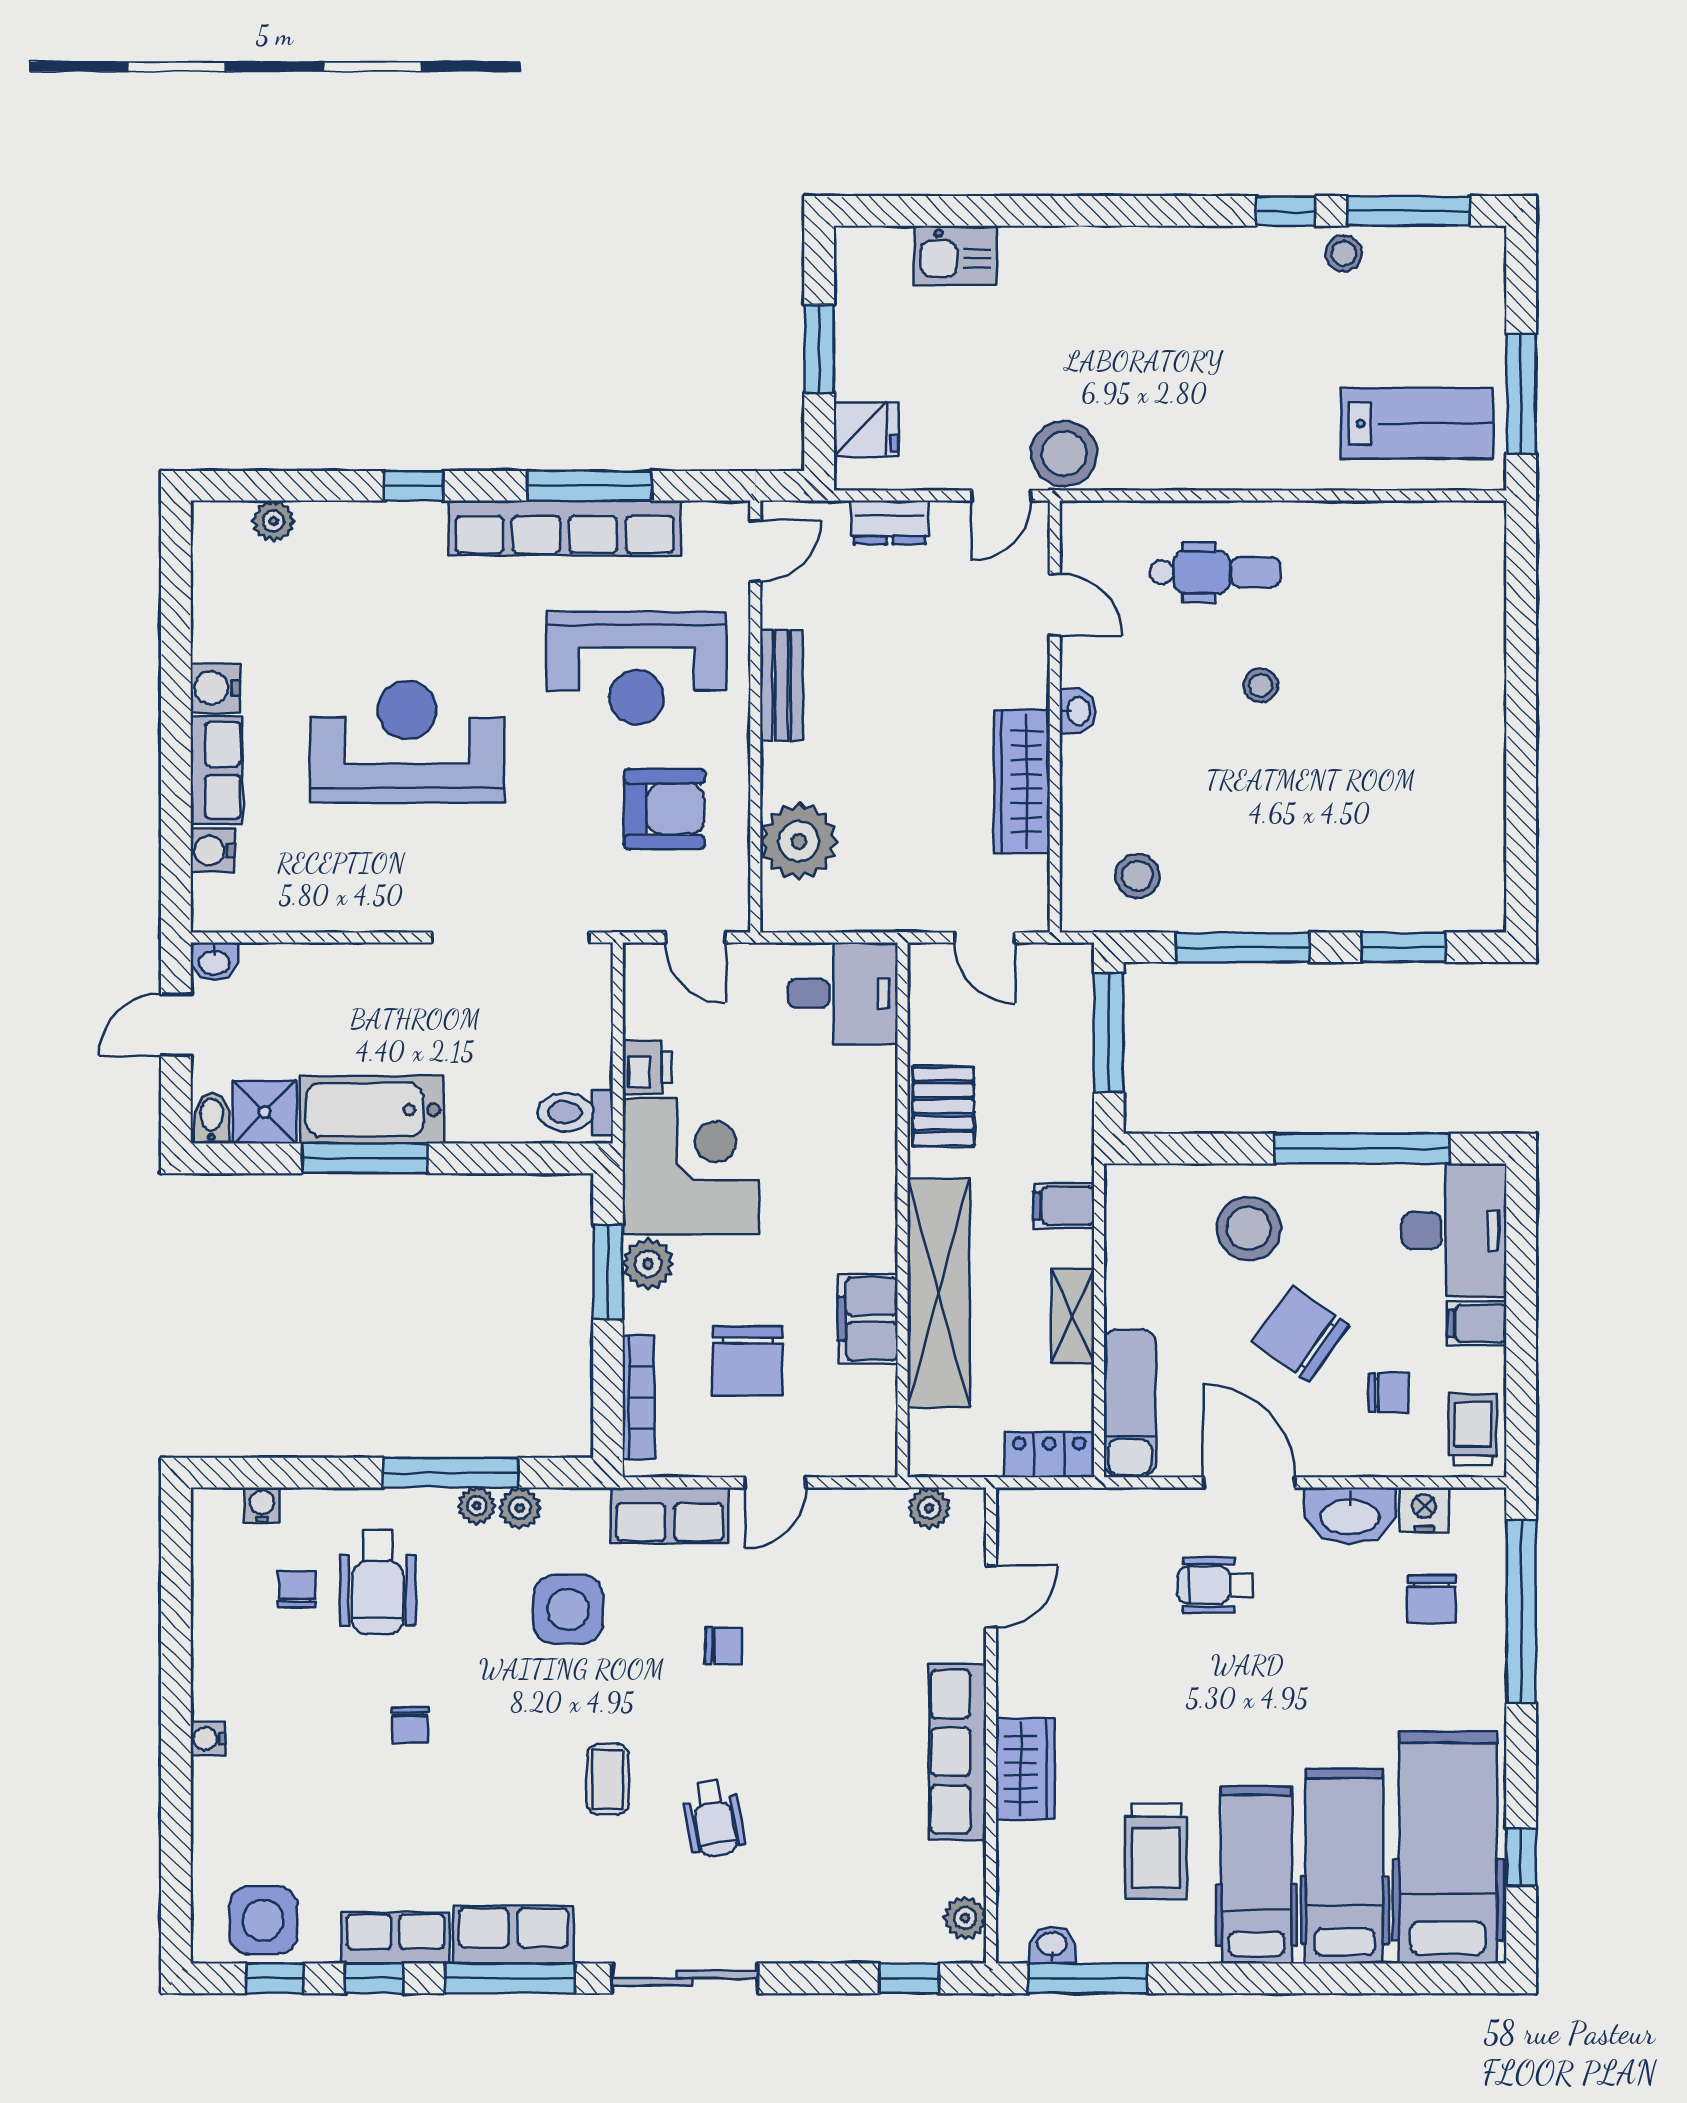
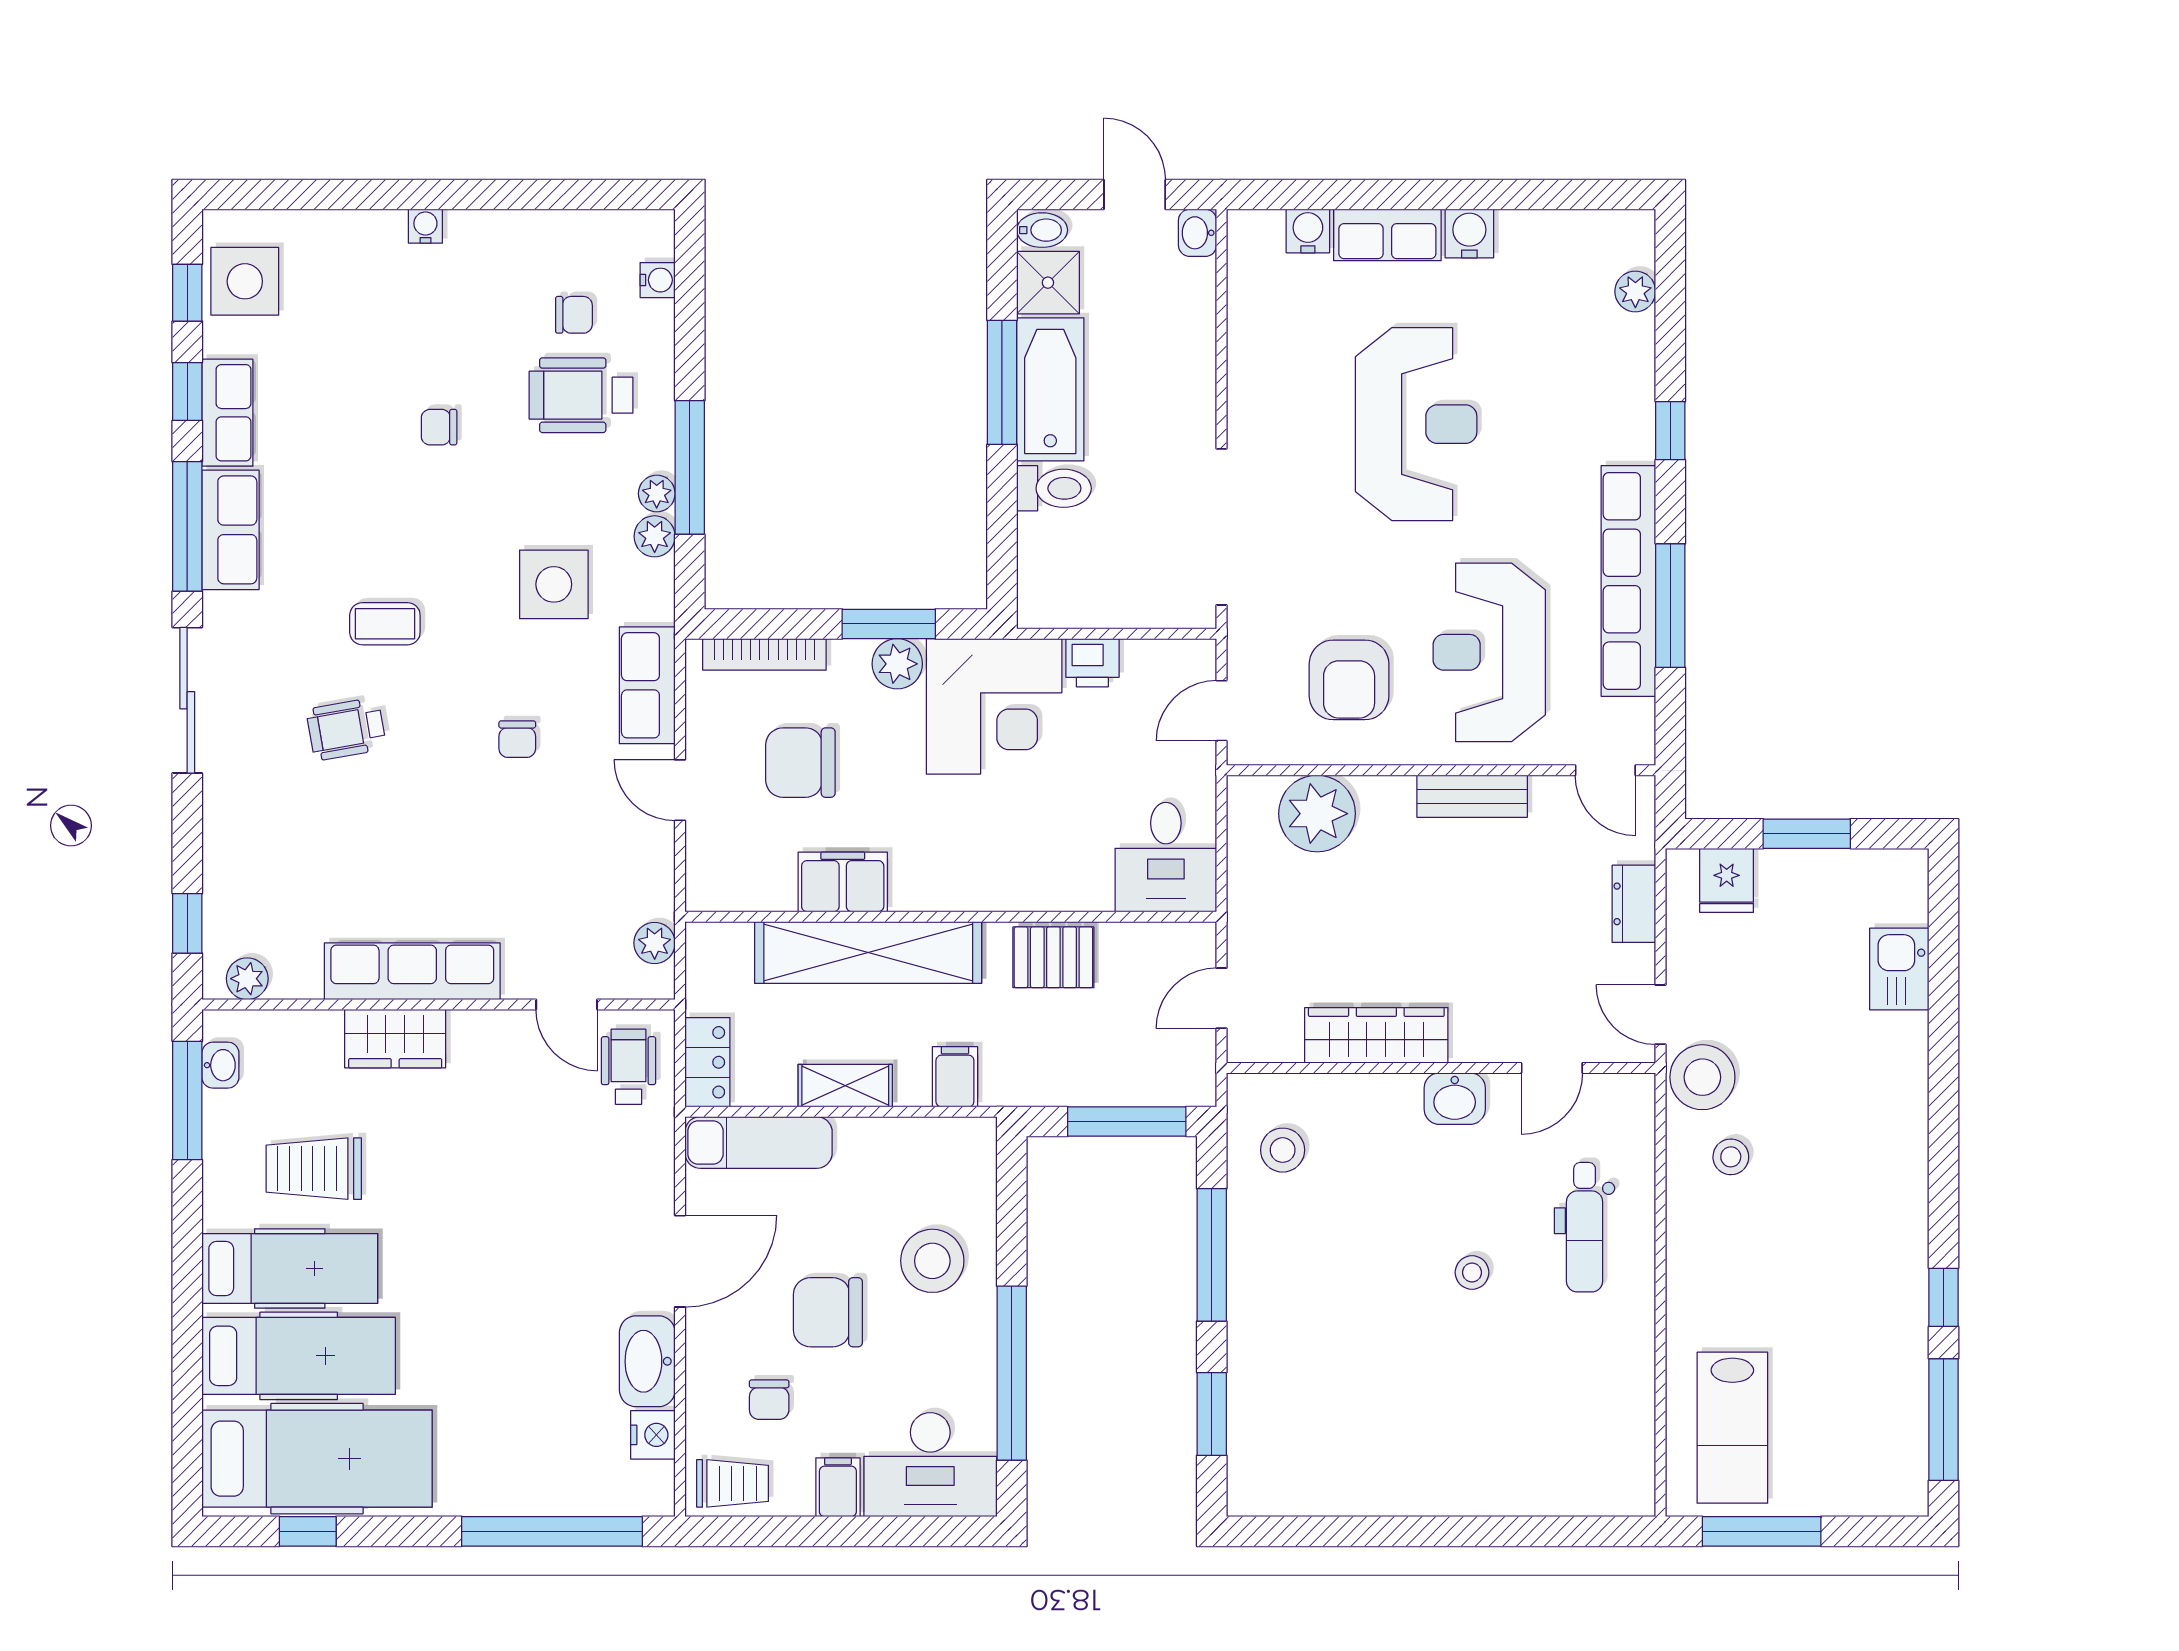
stool: (1344, 253) -> (1731, 1157), moved
washbasin: (1078, 711) -> (1455, 1099), width x1.38, depth x1.45
toilet: (575, 1112) -> (1054, 488), moved, turned 90
chair: (1301, 1334) -> (828, 1312), turned -125
wheelchair: (1215, 1585) -> (628, 1067), moved
chair: (1431, 1599) -> (564, 1442), removed

